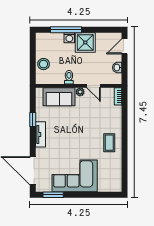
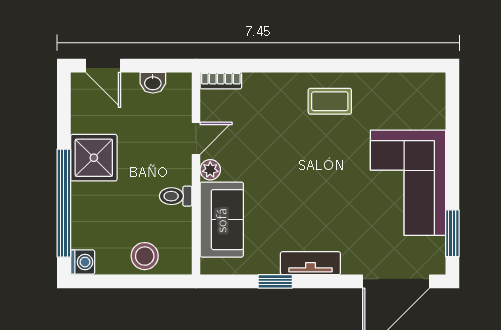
window: (66, 30) -> (64, 203), width x1.46
washing machine: (69, 38) -> (83, 262), moved

